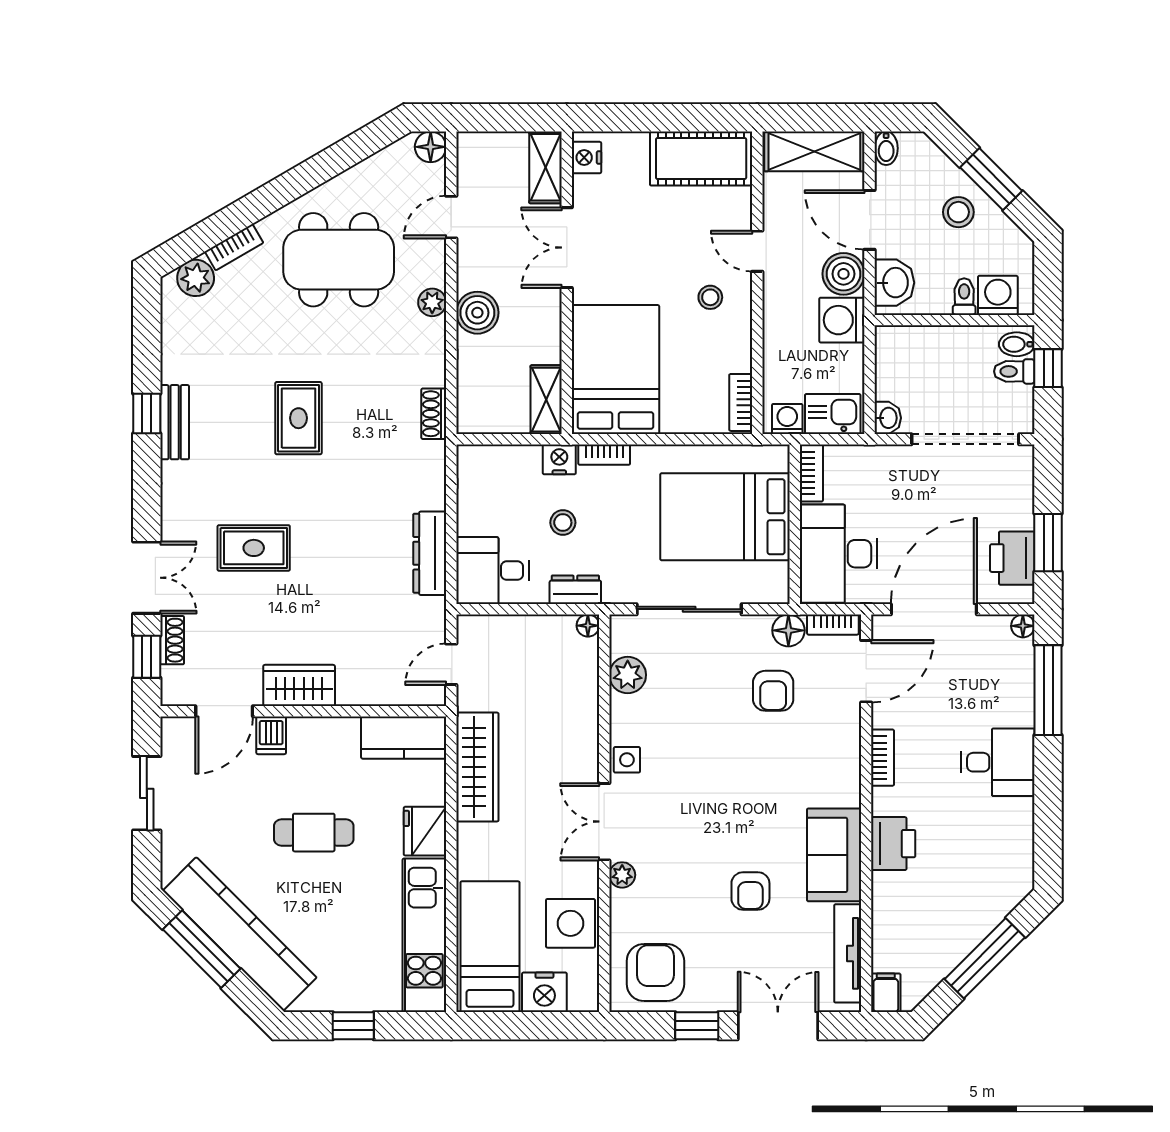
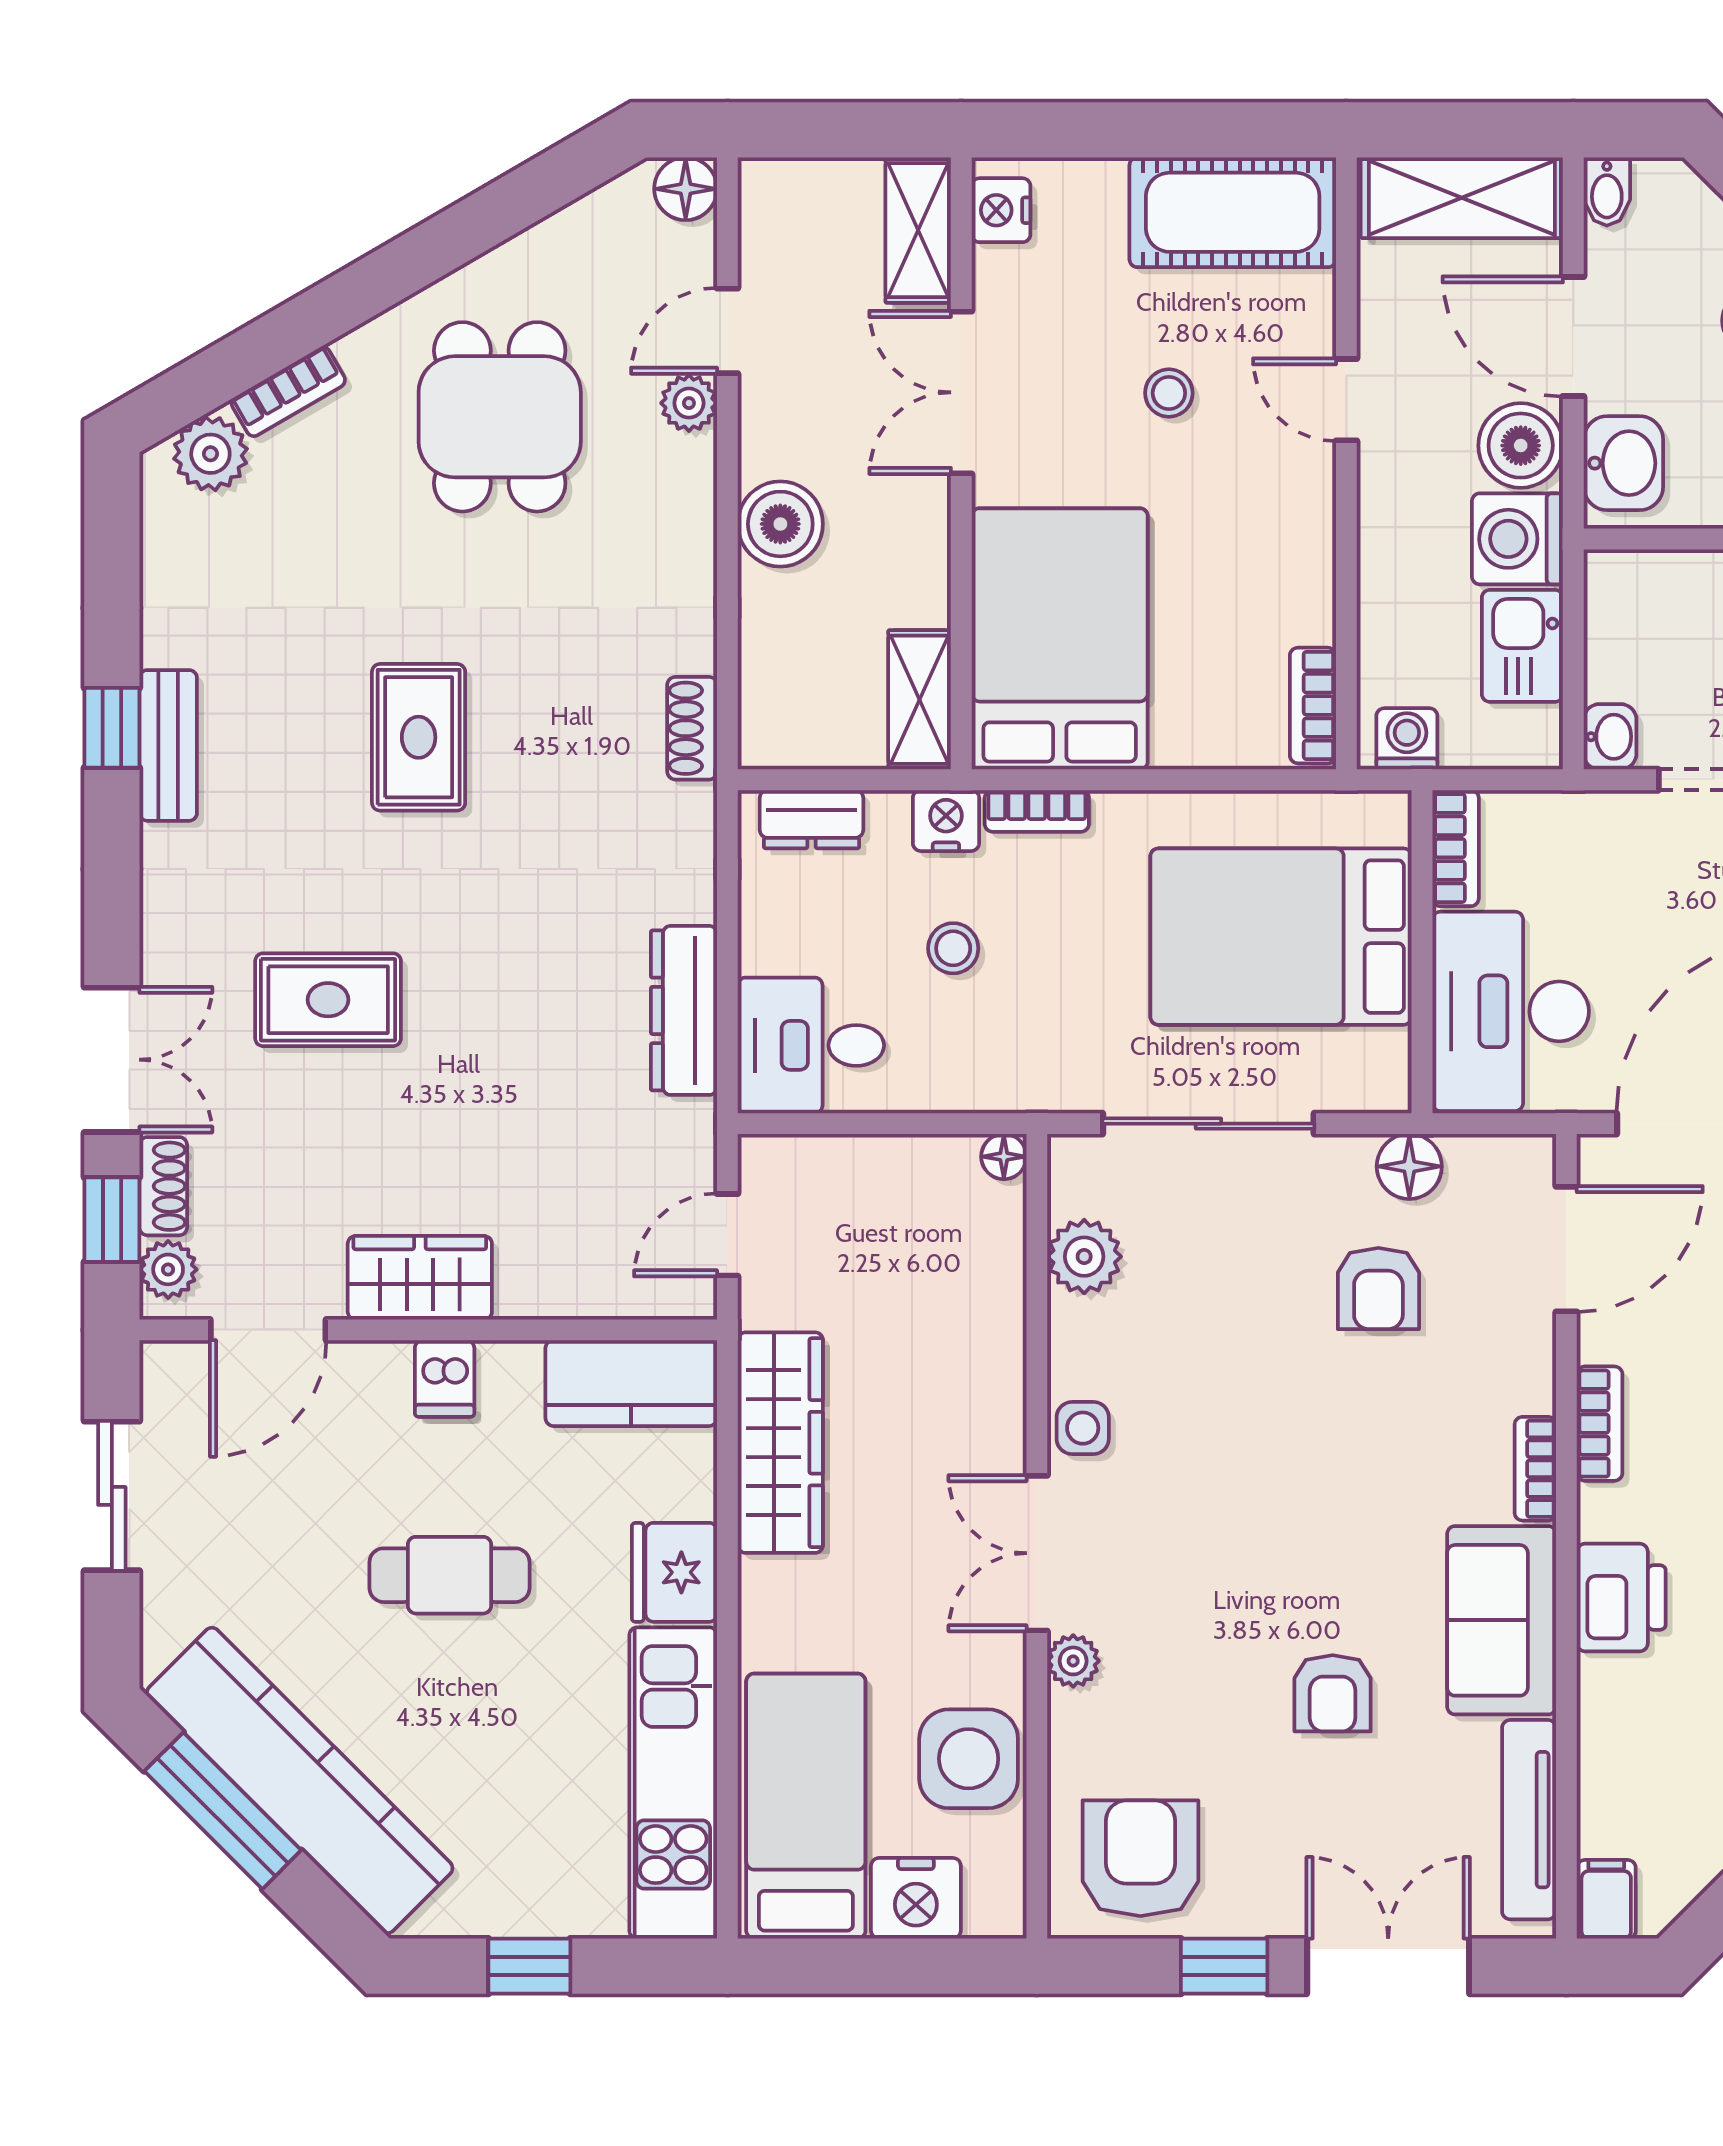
dining table: (339, 260) -> (500, 417), width x0.73
stool: (710, 297) -> (1169, 393), moved
plant: (432, 302) -> (689, 403), moved
kitchen sink: (833, 414) -> (1522, 646), moved, turned -90
dresser: (575, 590) -> (812, 819), moved, turned 180
bookcase: (833, 625) -> (1535, 1469), moved, turned 90
plant: (175, 681) -> (168, 1269), added
dishwasher: (271, 735) -> (445, 1379), moved

